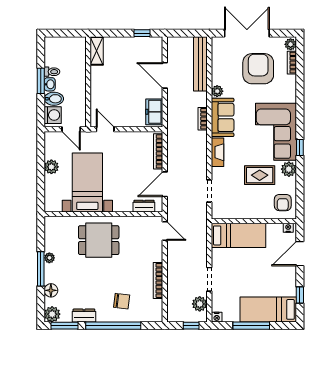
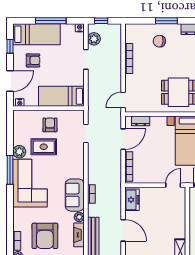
door: (105, 129) -> (173, 185), swing flipped
window: (300, 148) -> (10, 170), width x2.17
fireplace: (218, 152) -> (79, 235), moved
armchair: (283, 203) -> (50, 125), moved
door: (165, 231) -> (123, 100), hinge flipped
armchair: (272, 278) -> (33, 60), added
window: (113, 326) -> (166, 21), width x0.47

